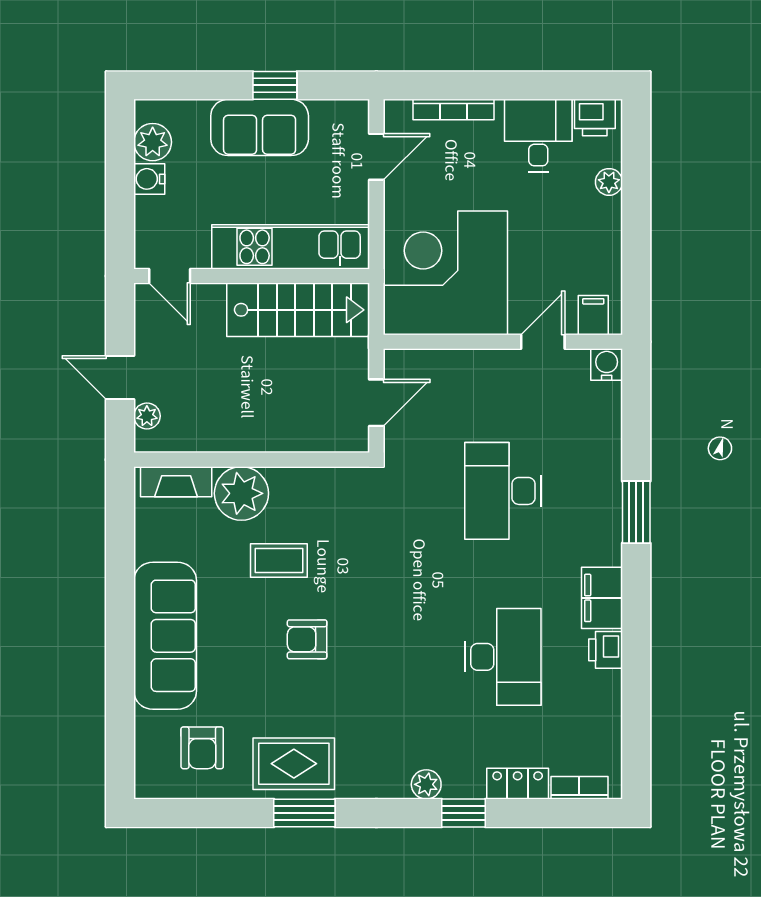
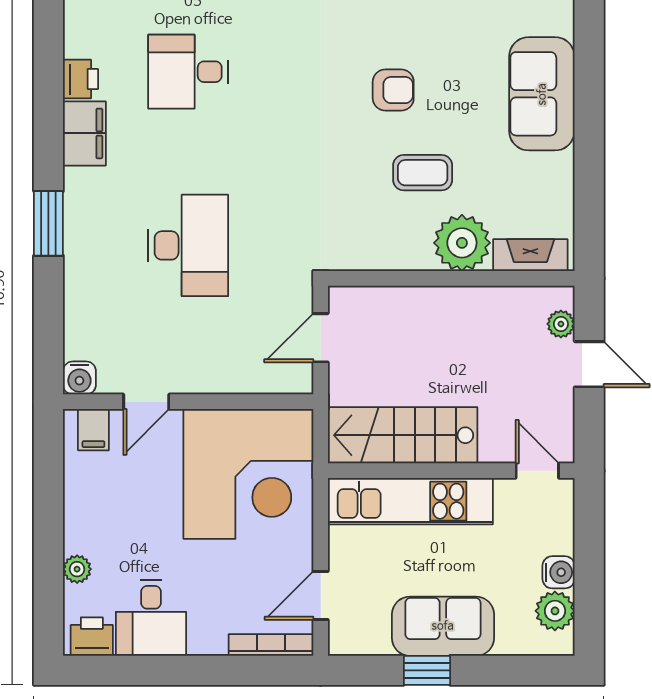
bookcase: (453, 110) -> (271, 645), moved
sofa: (165, 636) -> (542, 94), width x0.73
desk: (503, 657) -> (188, 72), width x0.73

